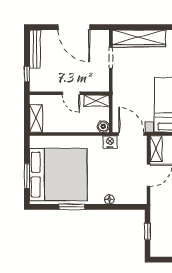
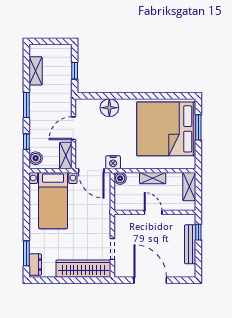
bench: (35, 49) -> (190, 244), moved
shelving: (96, 101) -> (153, 178), moved
floor lamp: (109, 199) -> (109, 108), width x1.89, depth x1.89
window: (72, 207) -> (152, 96), removed

